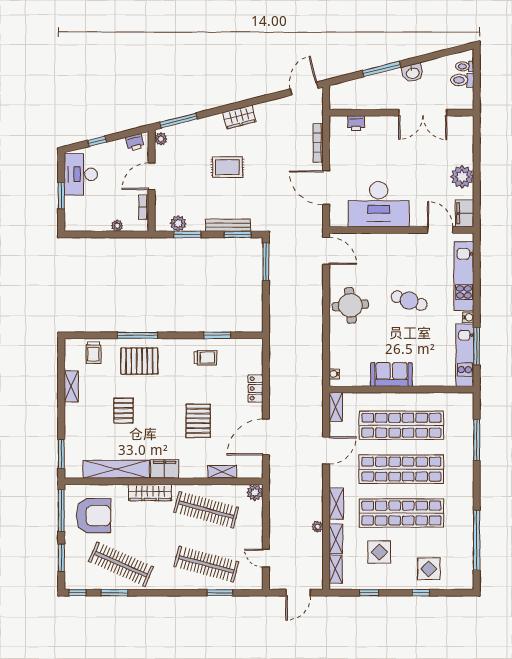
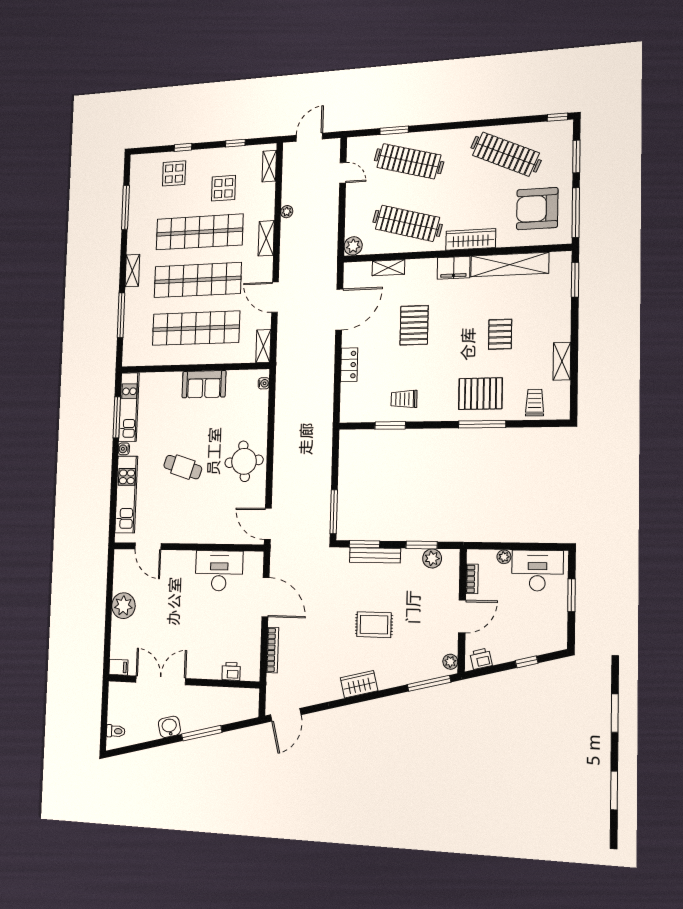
toilet: (462, 80) -> (119, 716), removed
desk: (81, 174) -> (537, 571), moved, turned -90
desk: (379, 204) -> (219, 571), width x0.73, depth x0.77
filing cabinet: (465, 213) -> (118, 667), moved, width x0.50
door: (326, 450) -> (275, 297), hinge flipped
shelving: (336, 539) -> (132, 271), moved
window: (477, 540) -> (125, 207), width x0.68
window: (114, 593) -> (514, 121), removed

